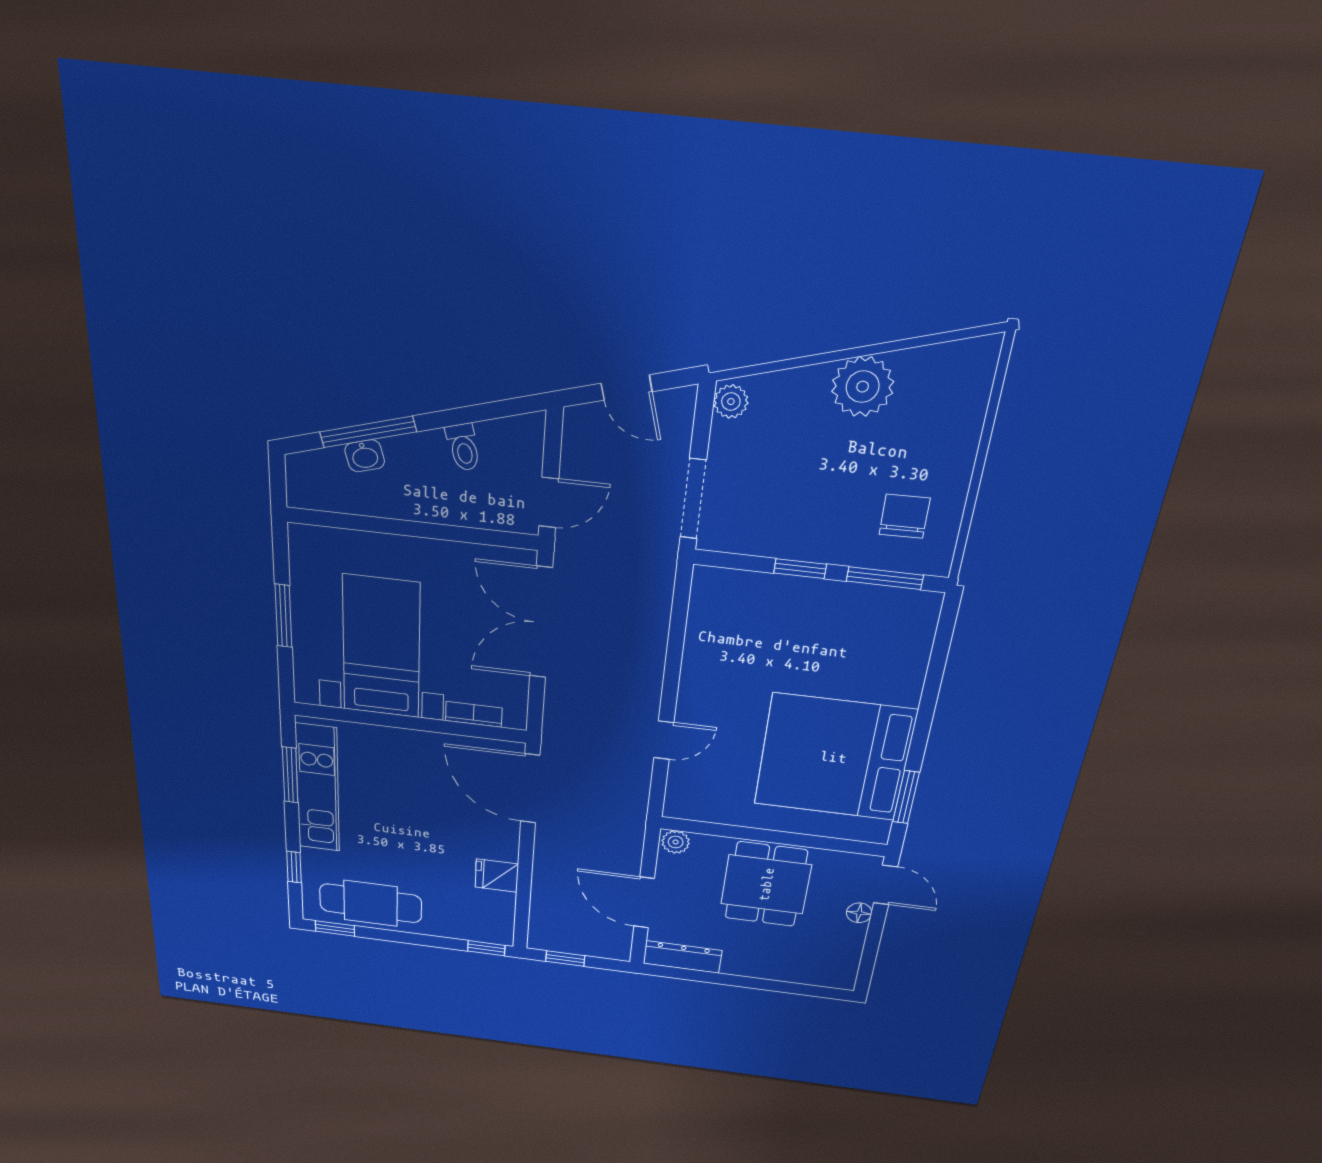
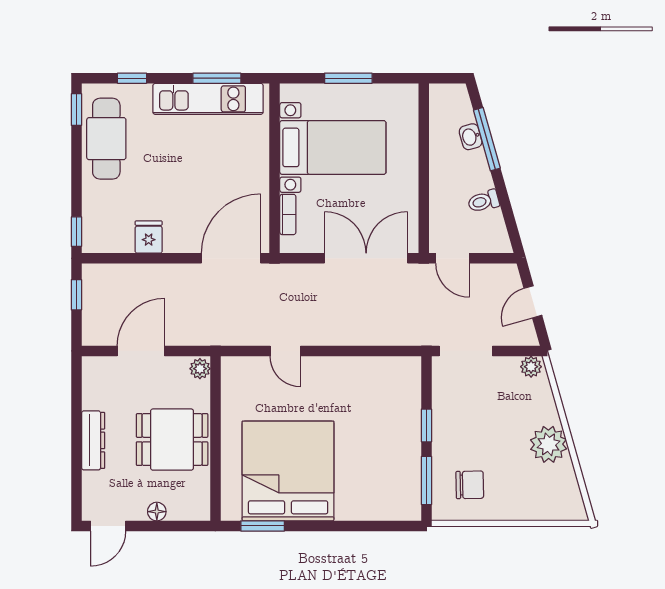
door: (886, 885) -> (108, 526), moved
dresser: (682, 957) -> (93, 440), moved

